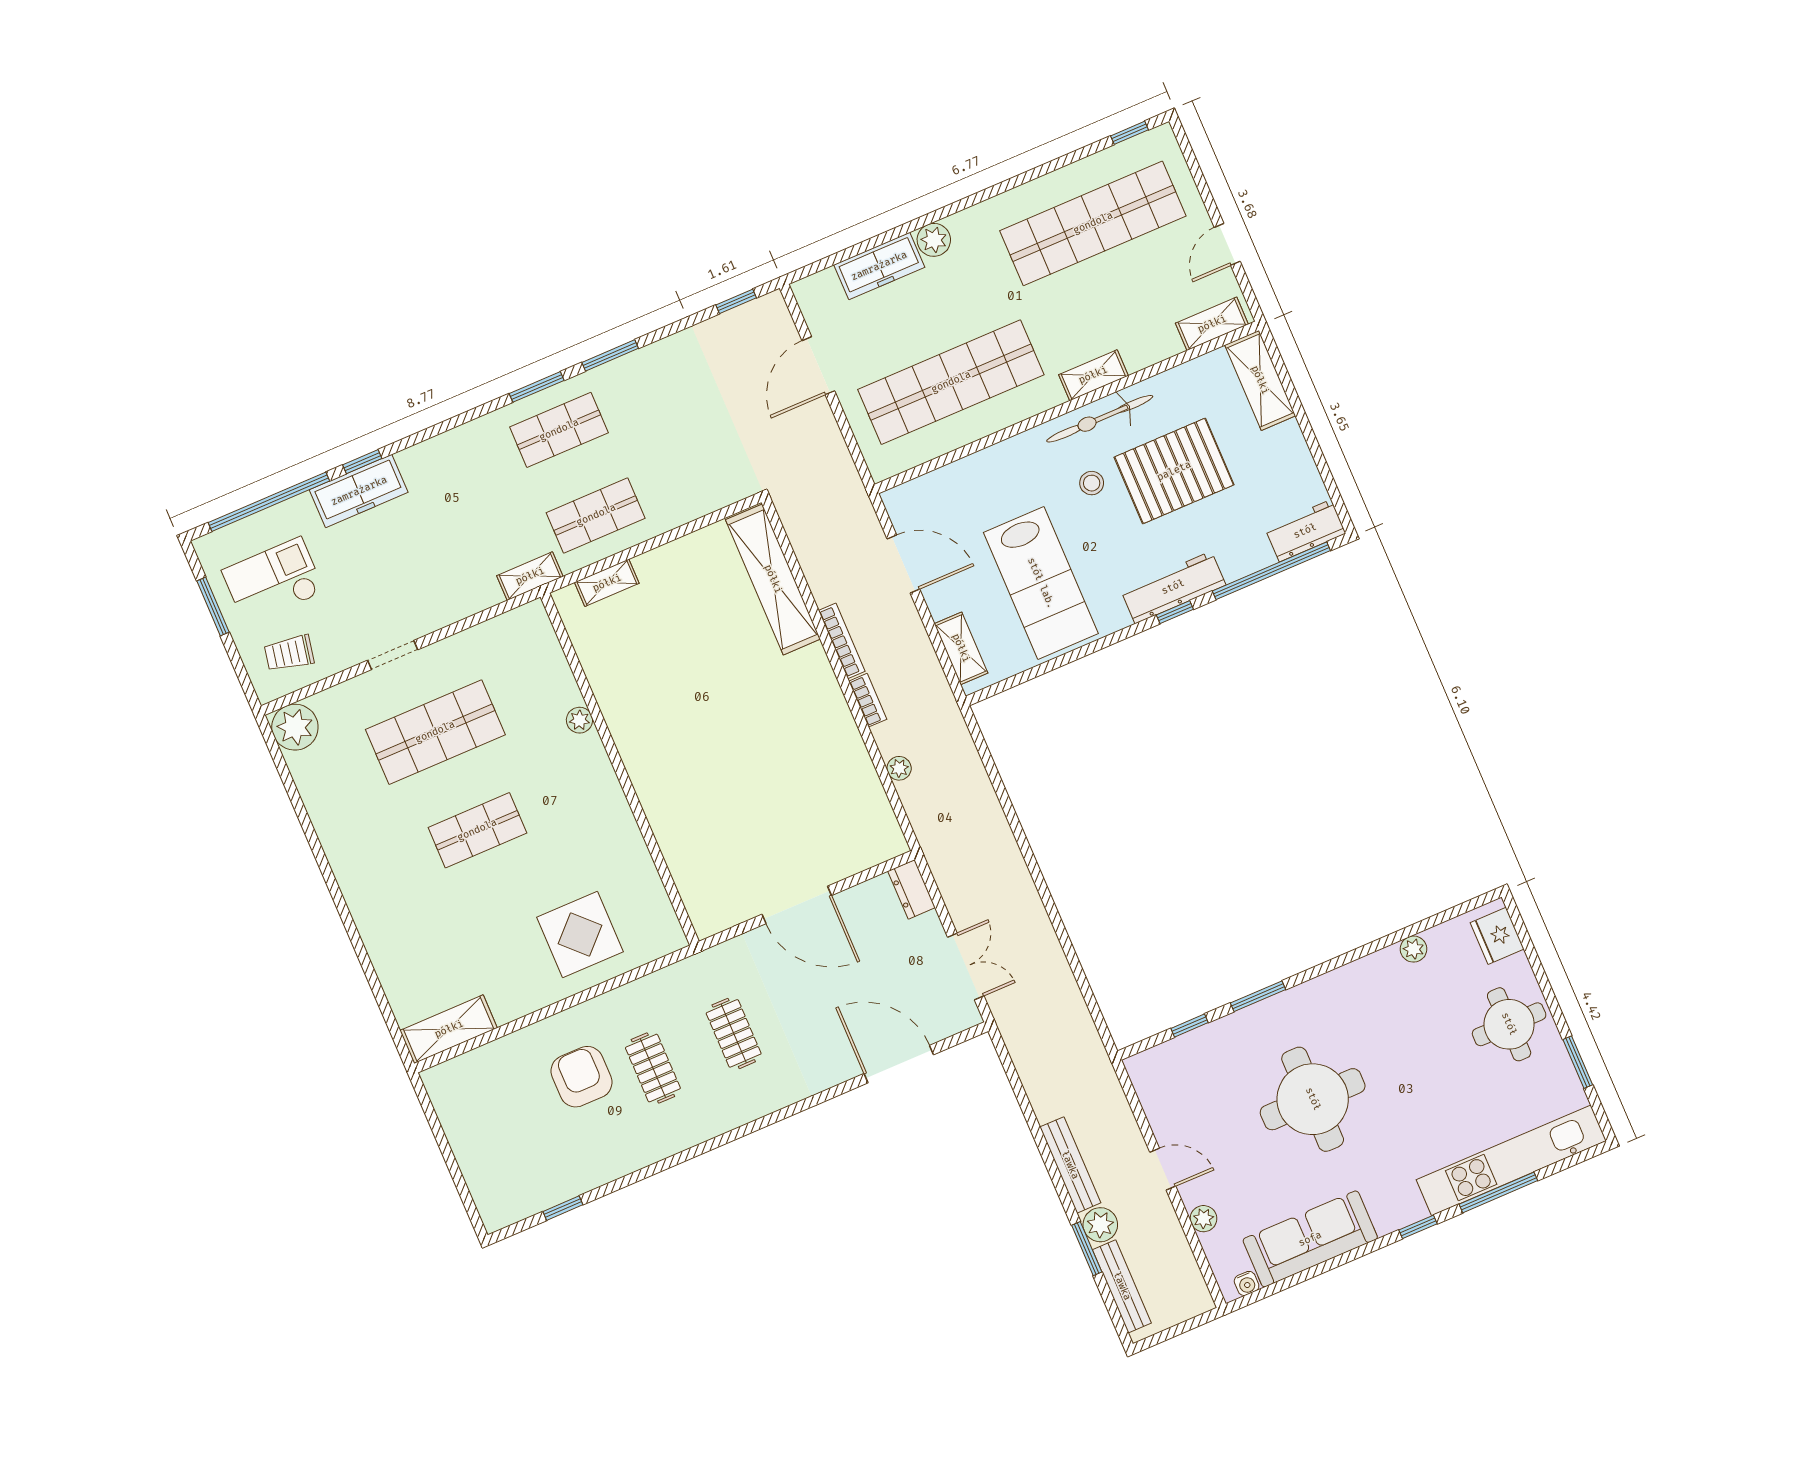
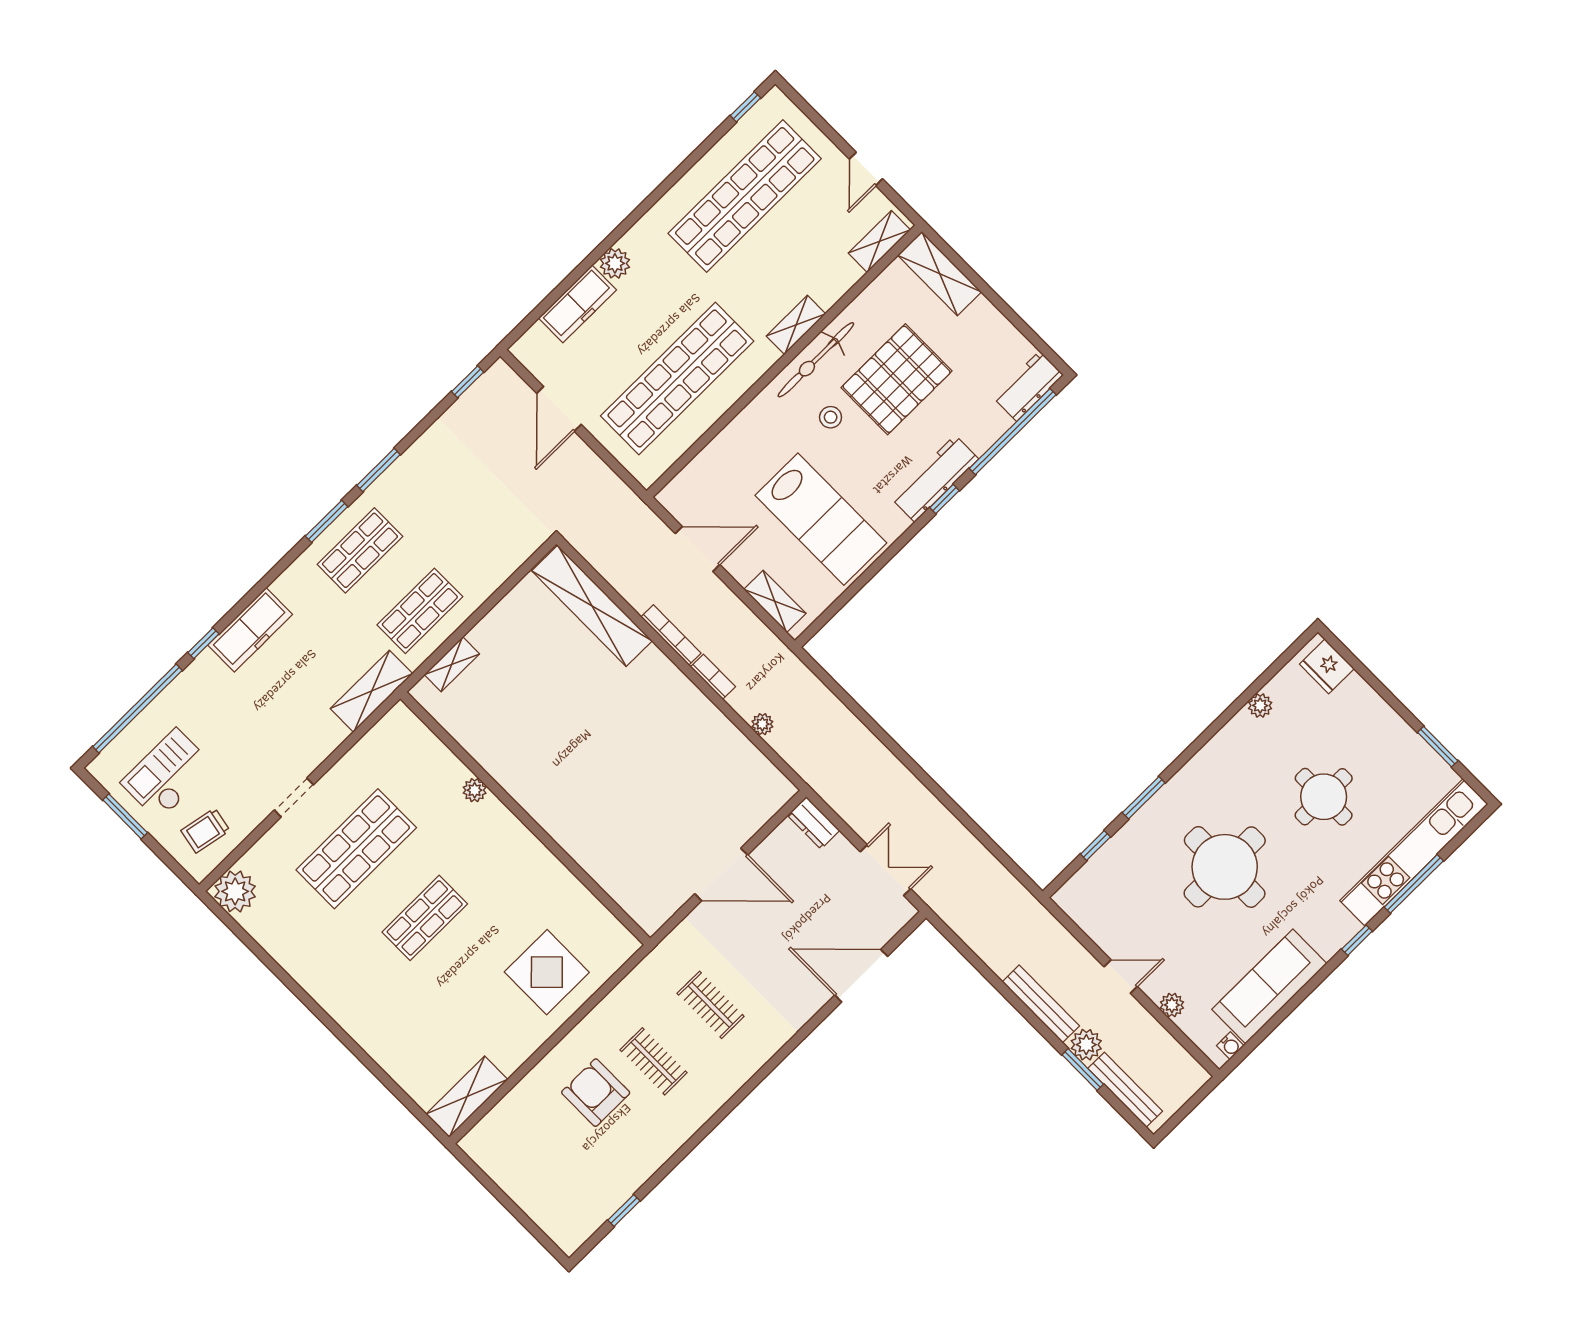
freezer: (359, 491) -> (250, 630), moved
shelving: (530, 576) -> (372, 691), width x1.50, depth x1.33
round table: (1509, 1024) -> (1324, 797), moved

